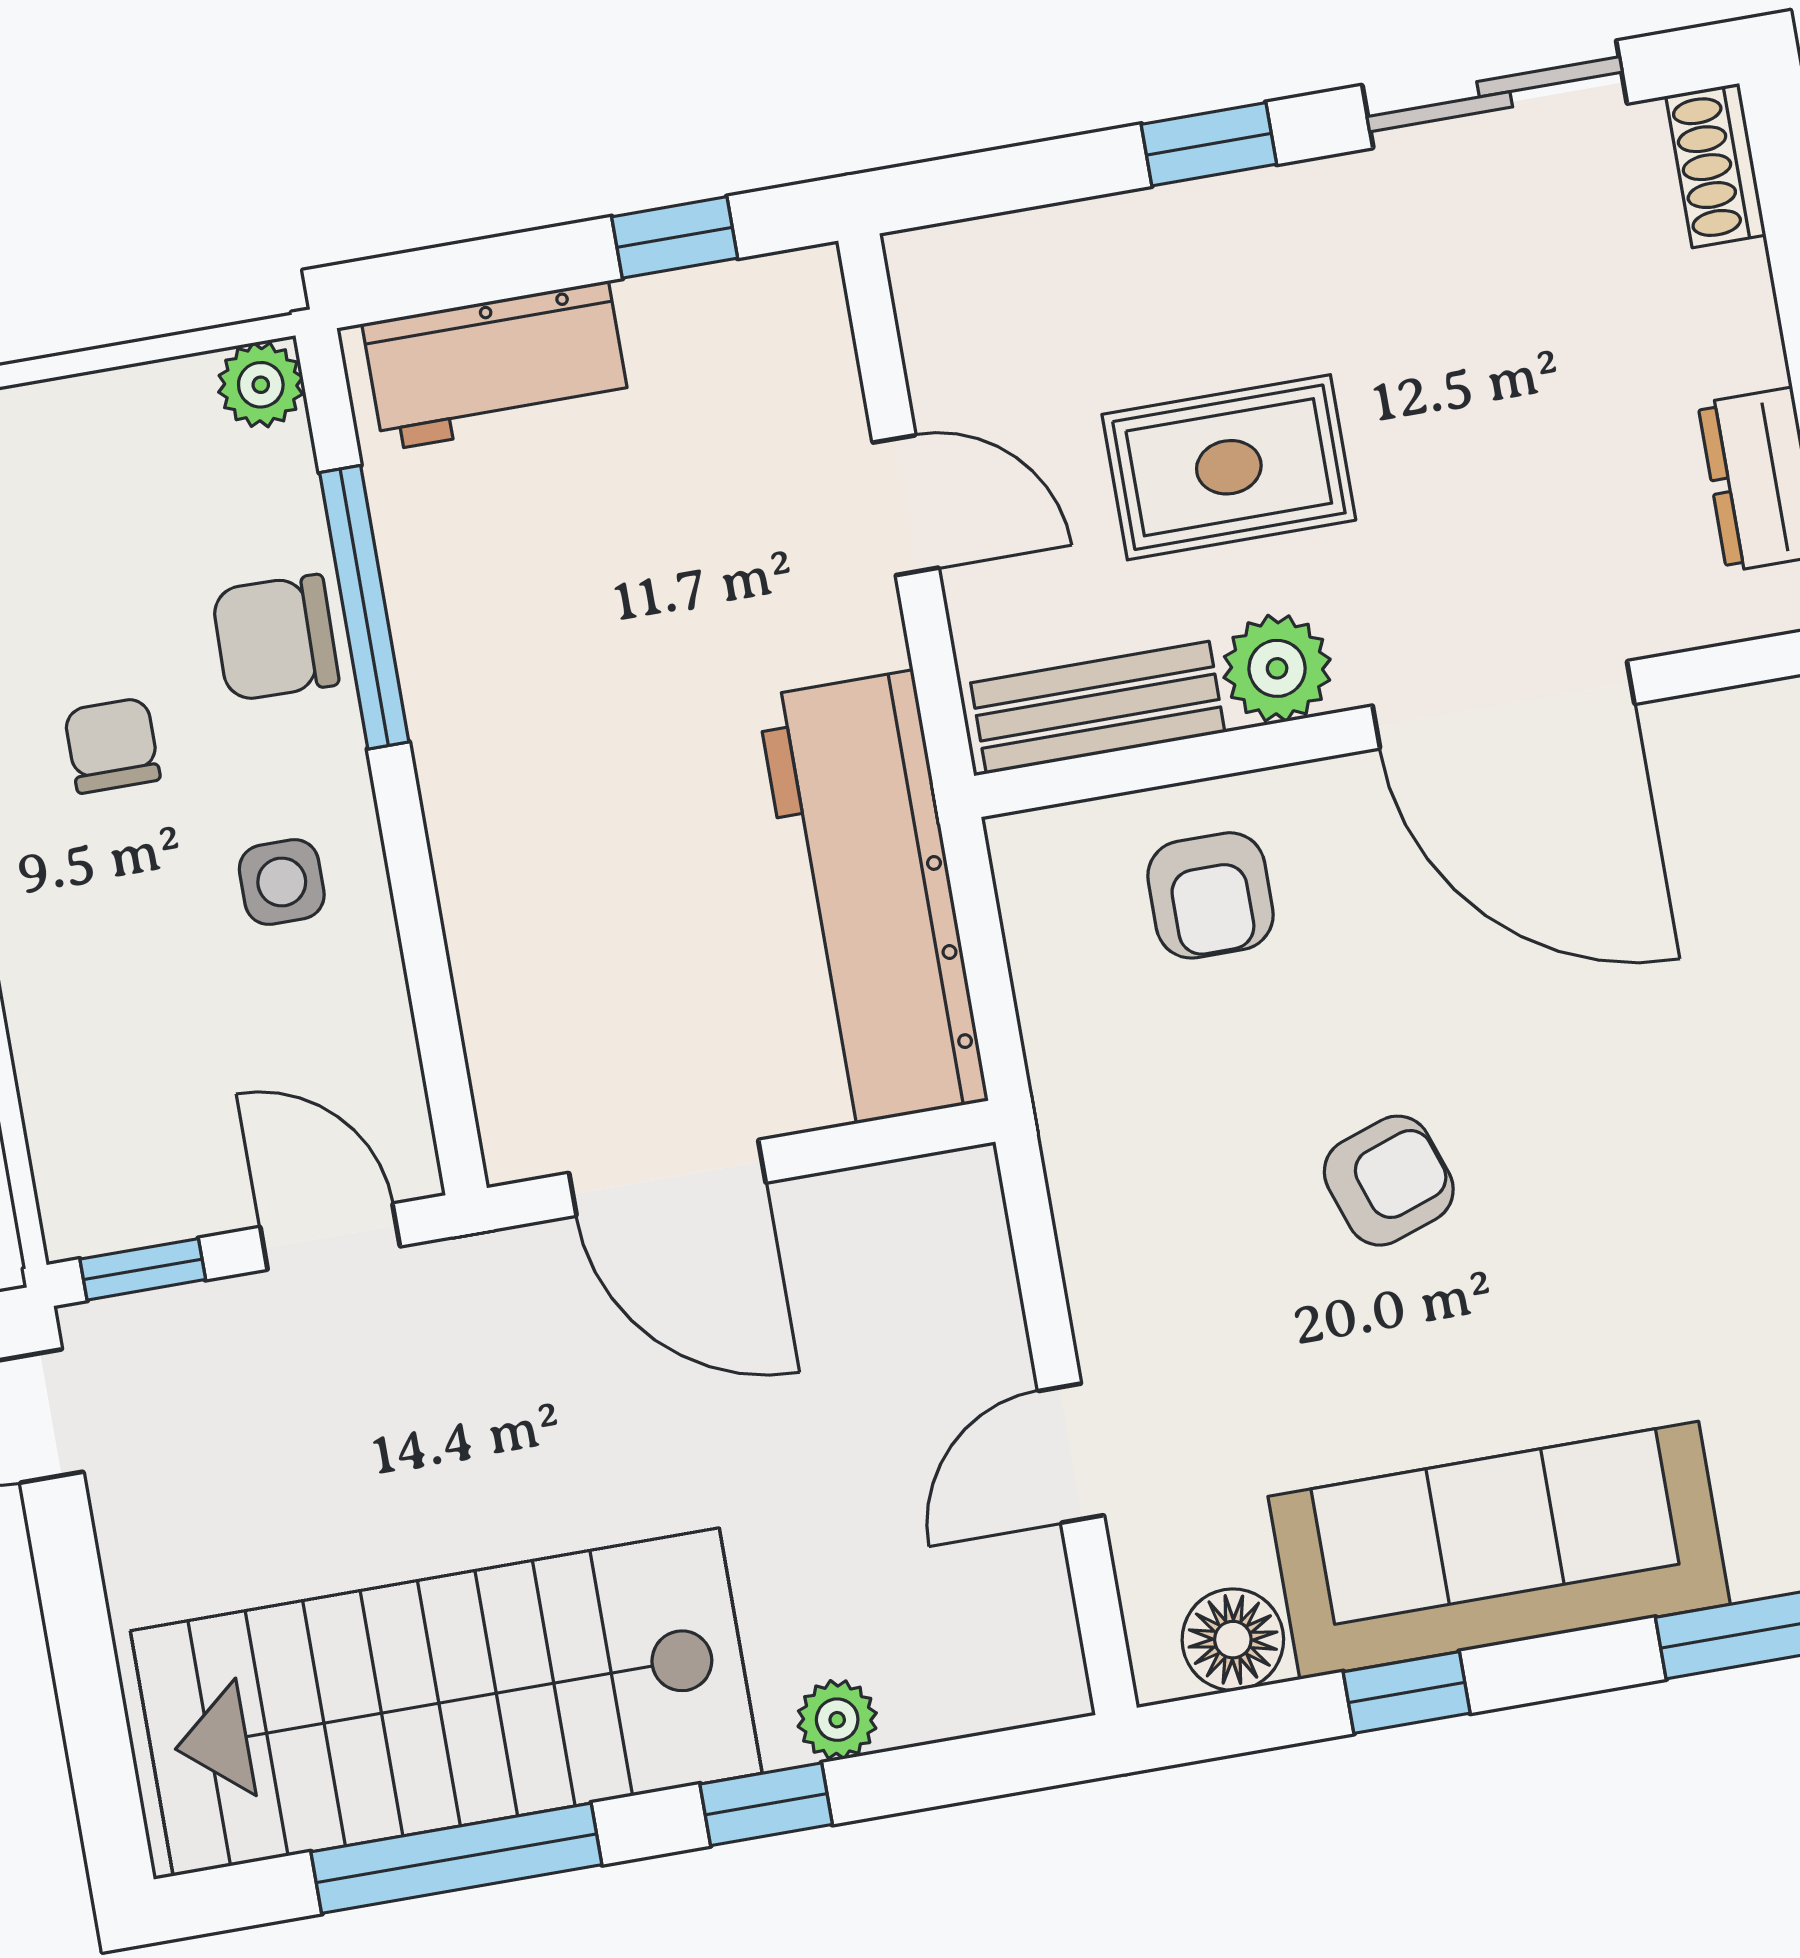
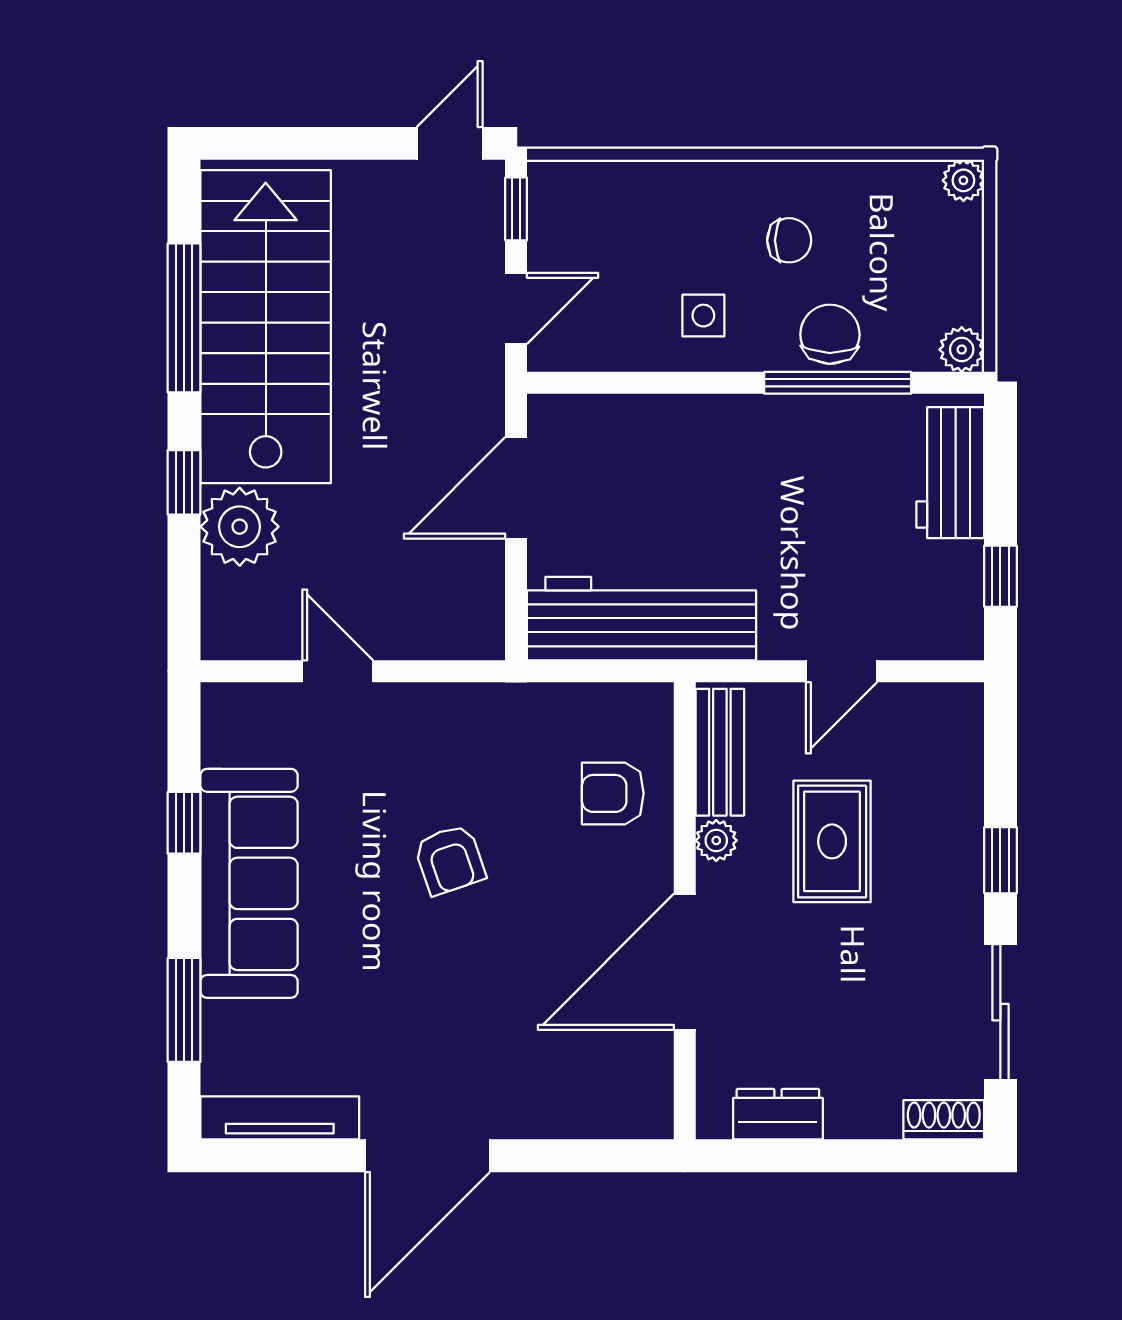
plant: (1277, 668) -> (716, 840), width x0.73, depth x0.73
floor lamp: (1233, 1640) -> (227, 738), removed
plant: (837, 1720) -> (240, 527), width x1.88, depth x1.88

